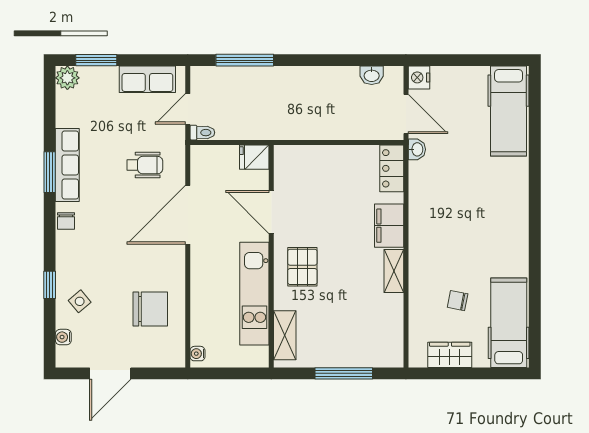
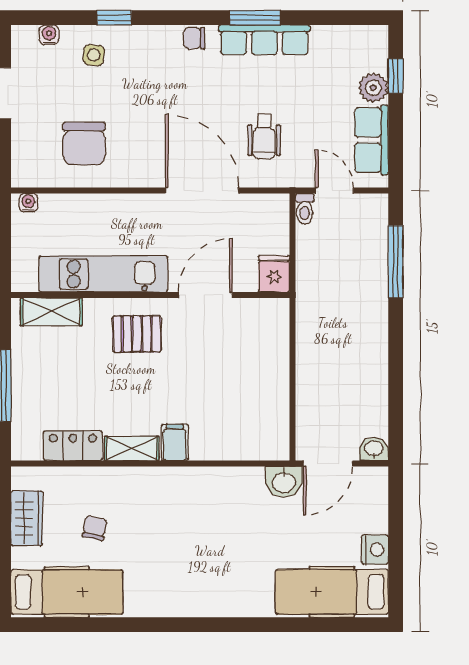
window: (96, 60) -> (396, 76), width x0.67
washbasin: (372, 75) -> (374, 449), moved, turned 90
nightstand: (419, 77) -> (375, 550), moved, turned 90
plant: (67, 78) -> (373, 88), moved
washbasin: (417, 149) -> (284, 482), width x1.38, depth x1.45
locker: (392, 168) -> (73, 446), moved
filing cabinet: (389, 226) -> (175, 442), width x0.50
side table: (80, 301) -> (94, 55), turned 45

